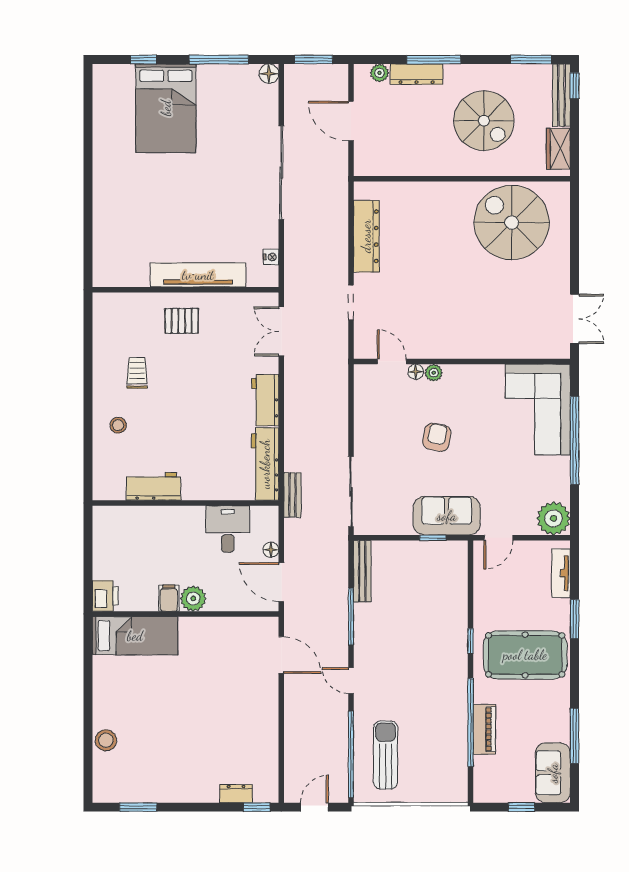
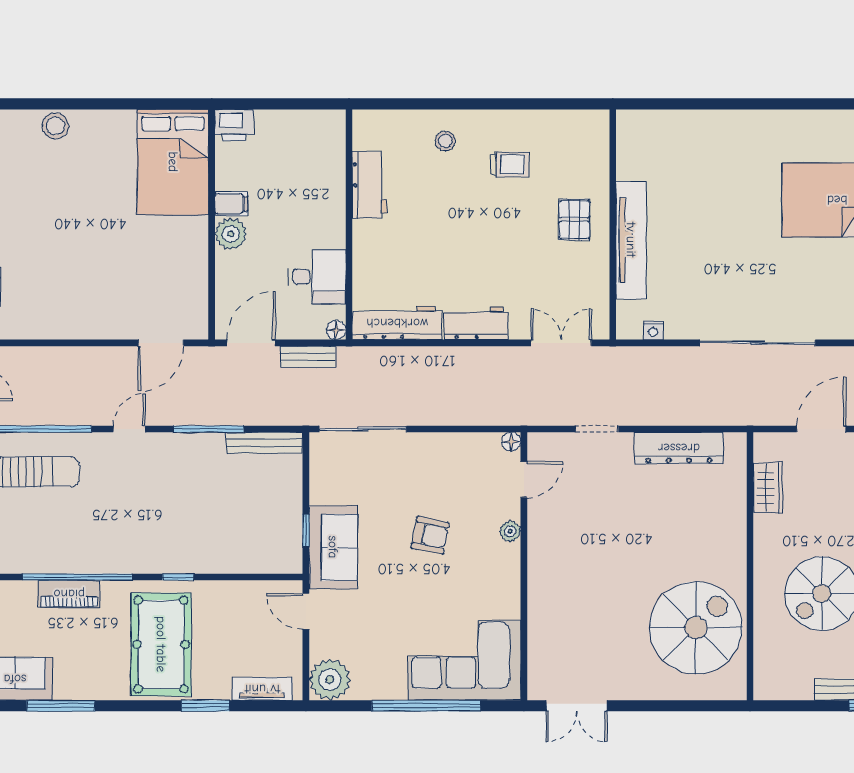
wardrobe: (558, 149) -> (768, 488), moved, turned 90
floor lamp: (416, 372) -> (511, 442), moved
bench: (292, 495) -> (308, 357), moved
floor lamp: (271, 550) -> (336, 330), moved
bed: (135, 636) -> (173, 162), width x1.50

